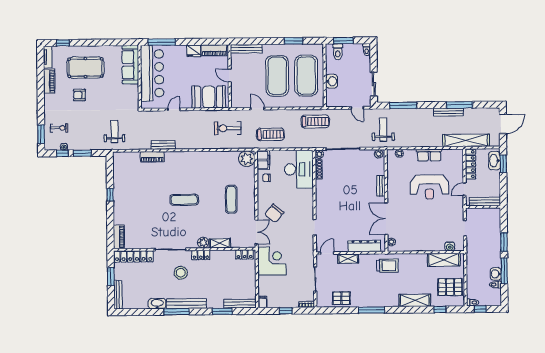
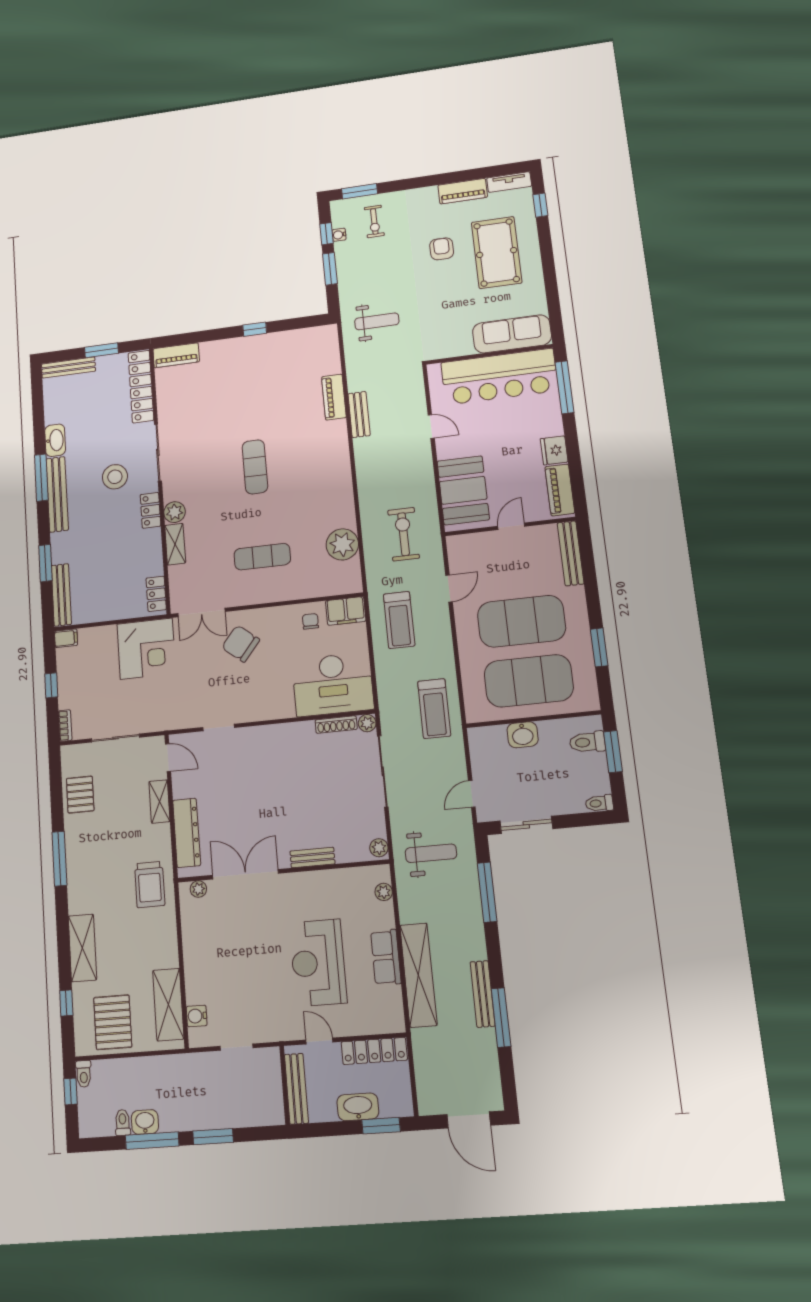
shelving: (466, 140) -> (418, 975), moved
plant: (247, 159) -> (342, 544), moved
washbasin: (494, 161) -> (358, 1107), moved

